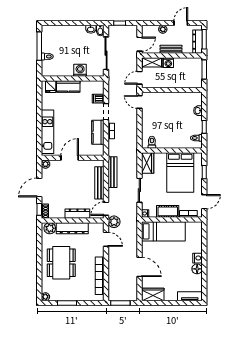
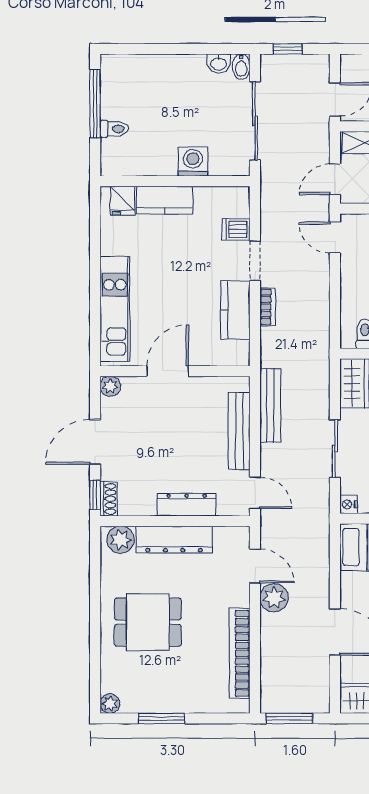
door: (106, 209) -> (255, 493), swing flipped
plant: (114, 222) -> (274, 598), moved
dining table: (61, 263) -> (148, 622), width x0.73

